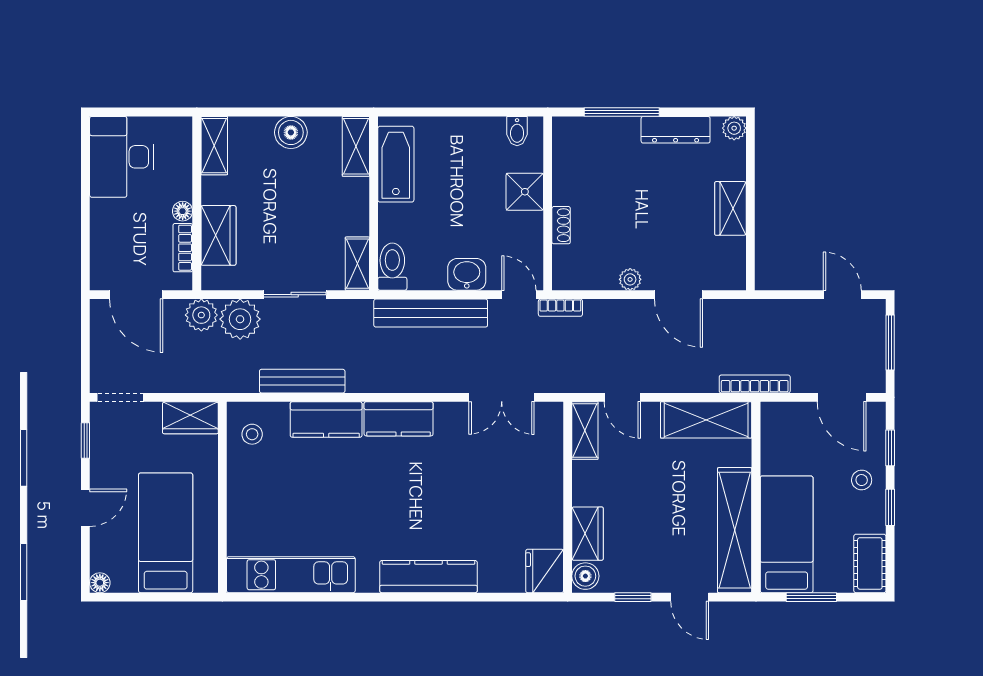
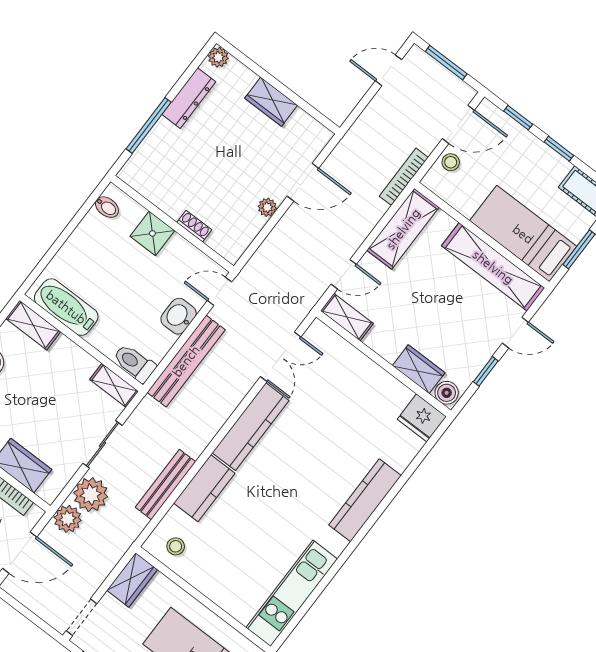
bookcase: (560, 308) -> (250, 270), removed
kitchen counter: (399, 419) -> (251, 427), width x1.50
stool: (862, 480) -> (451, 162), moved

